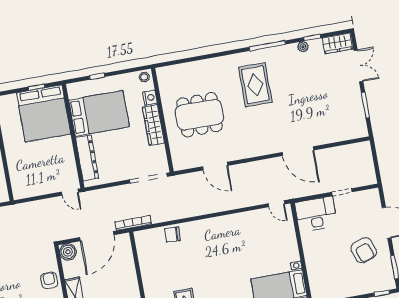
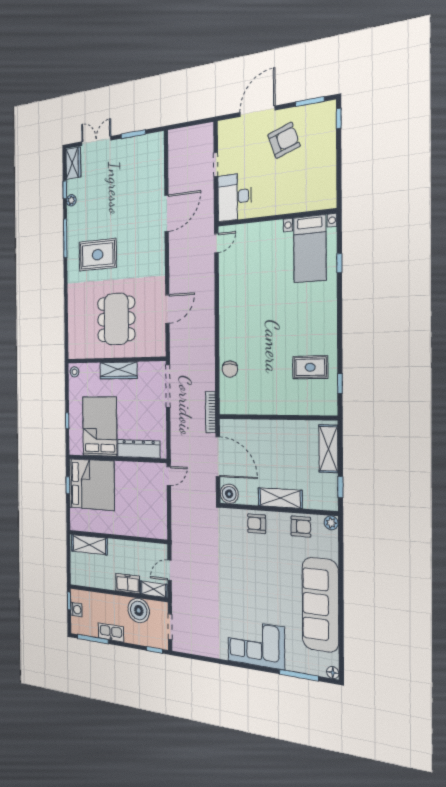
nightstand: (150, 98) -> (93, 369), removed

